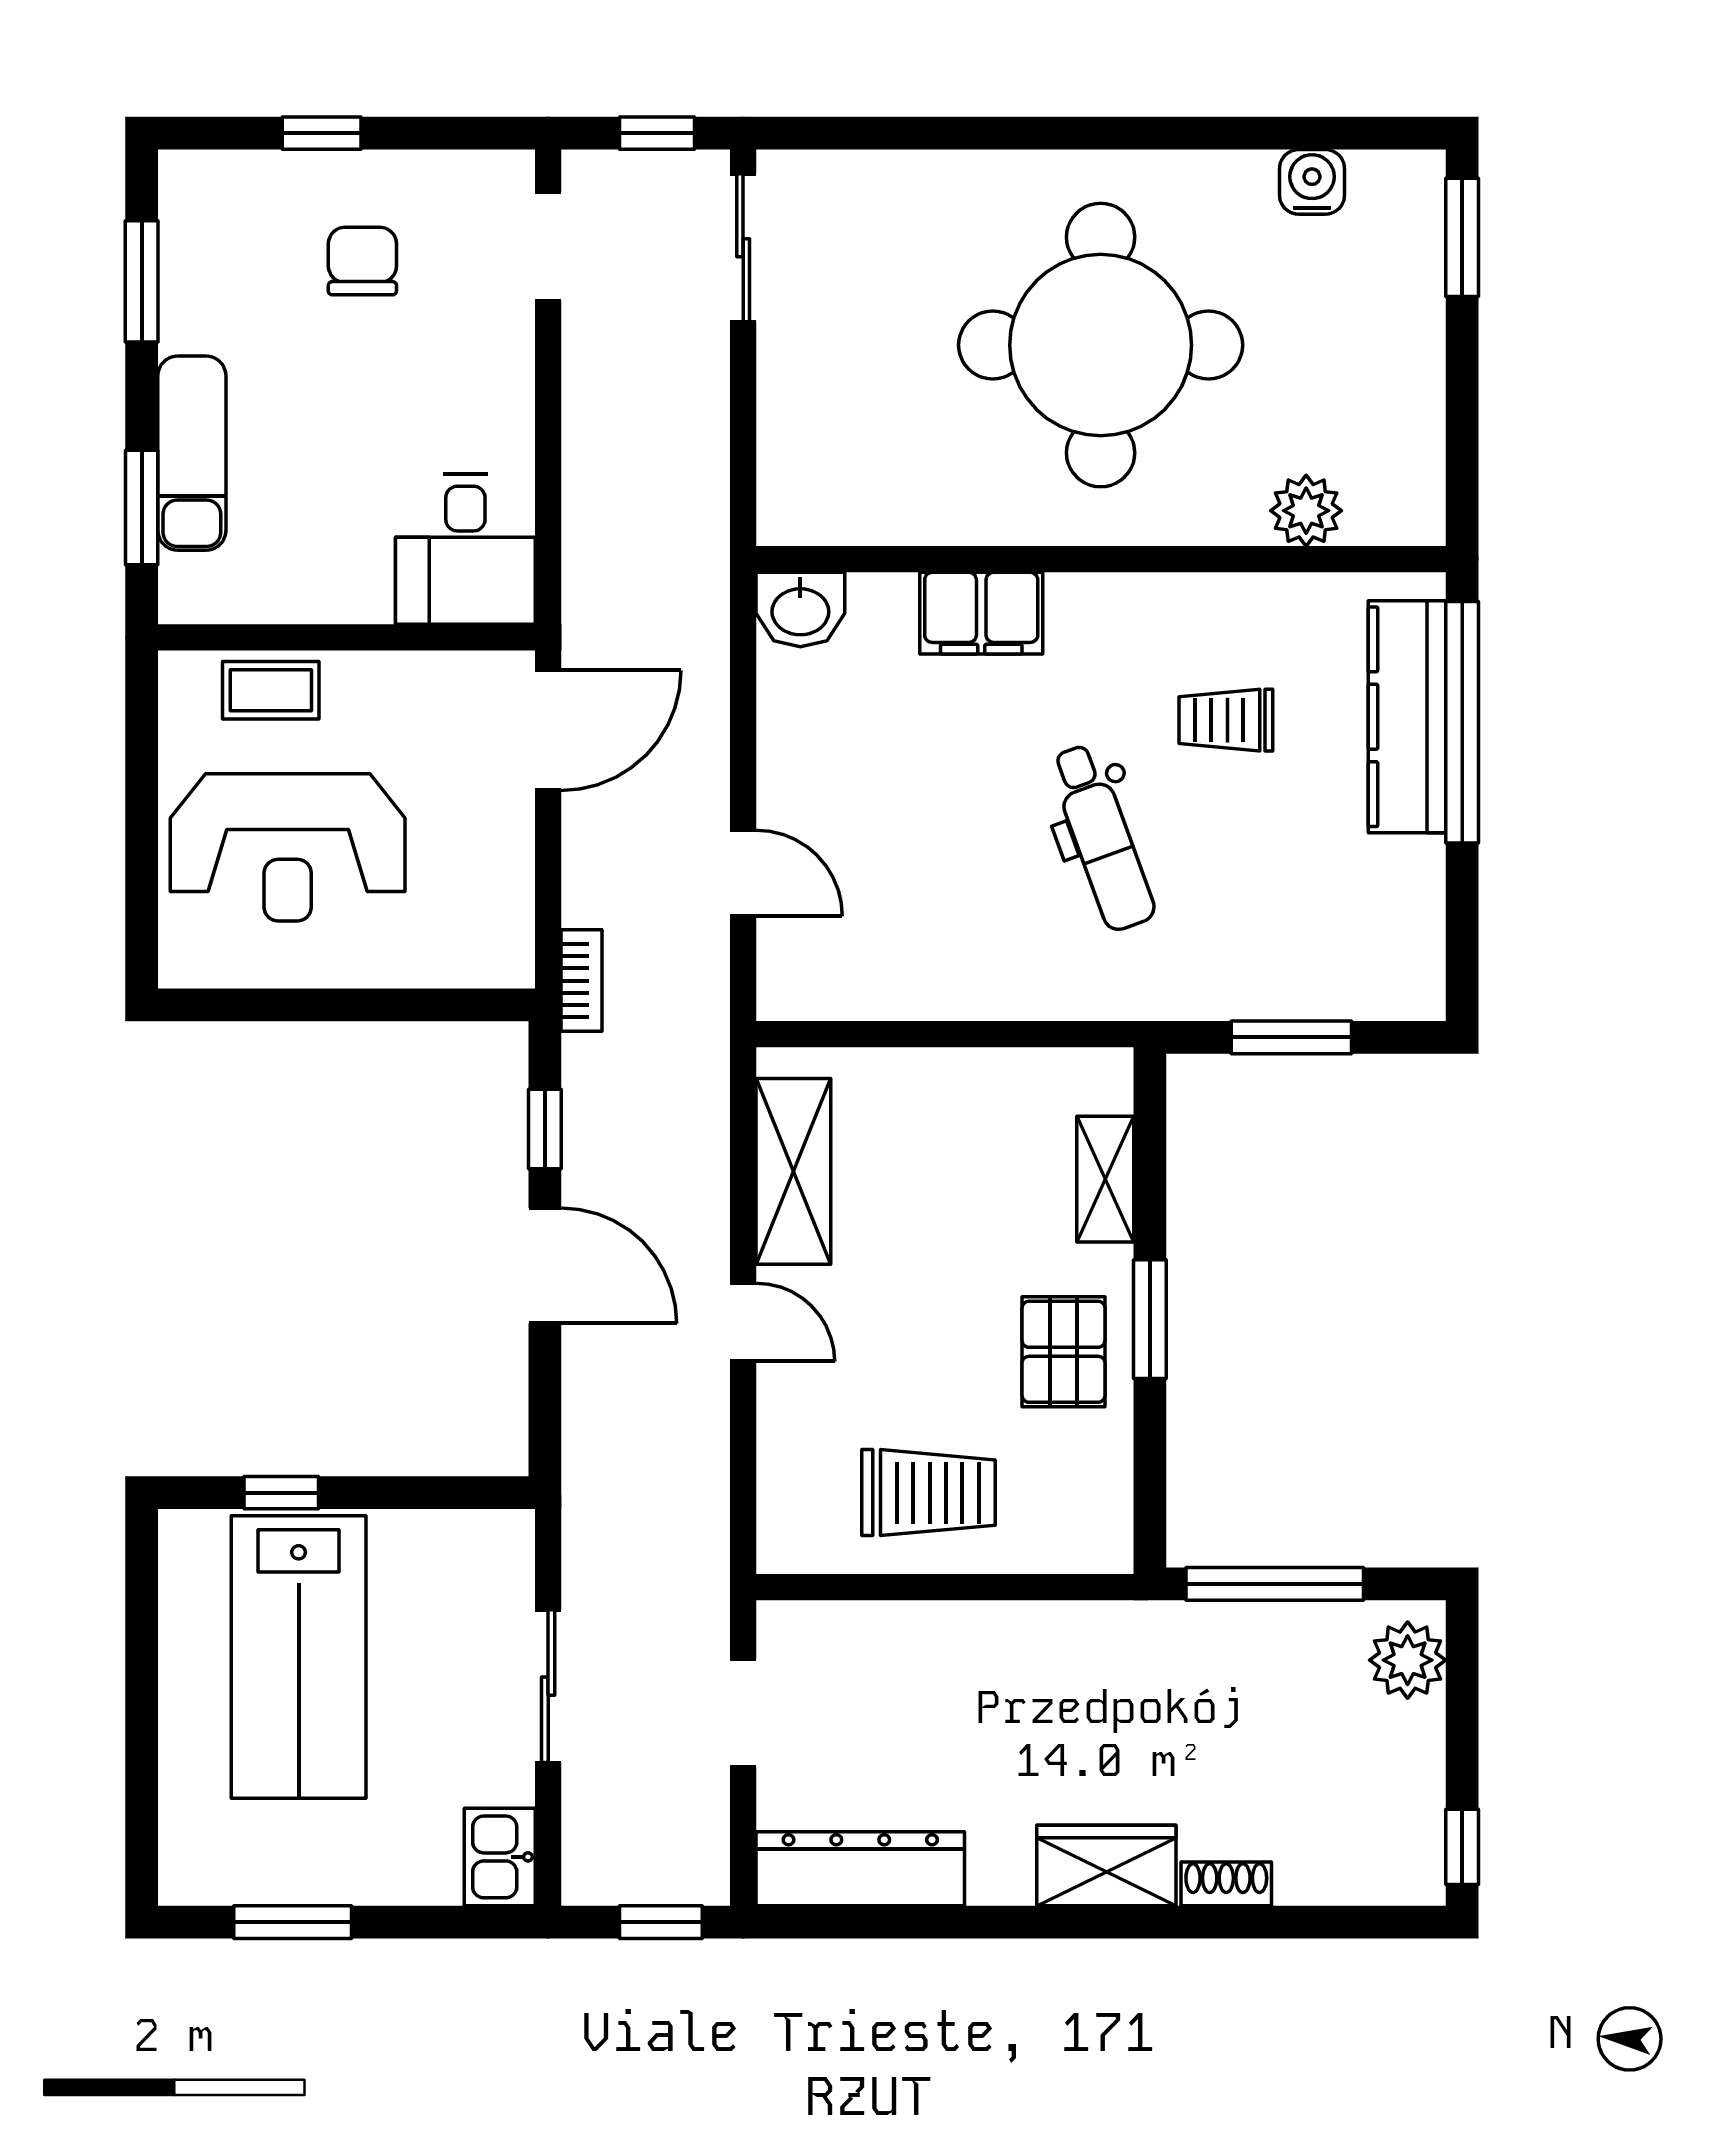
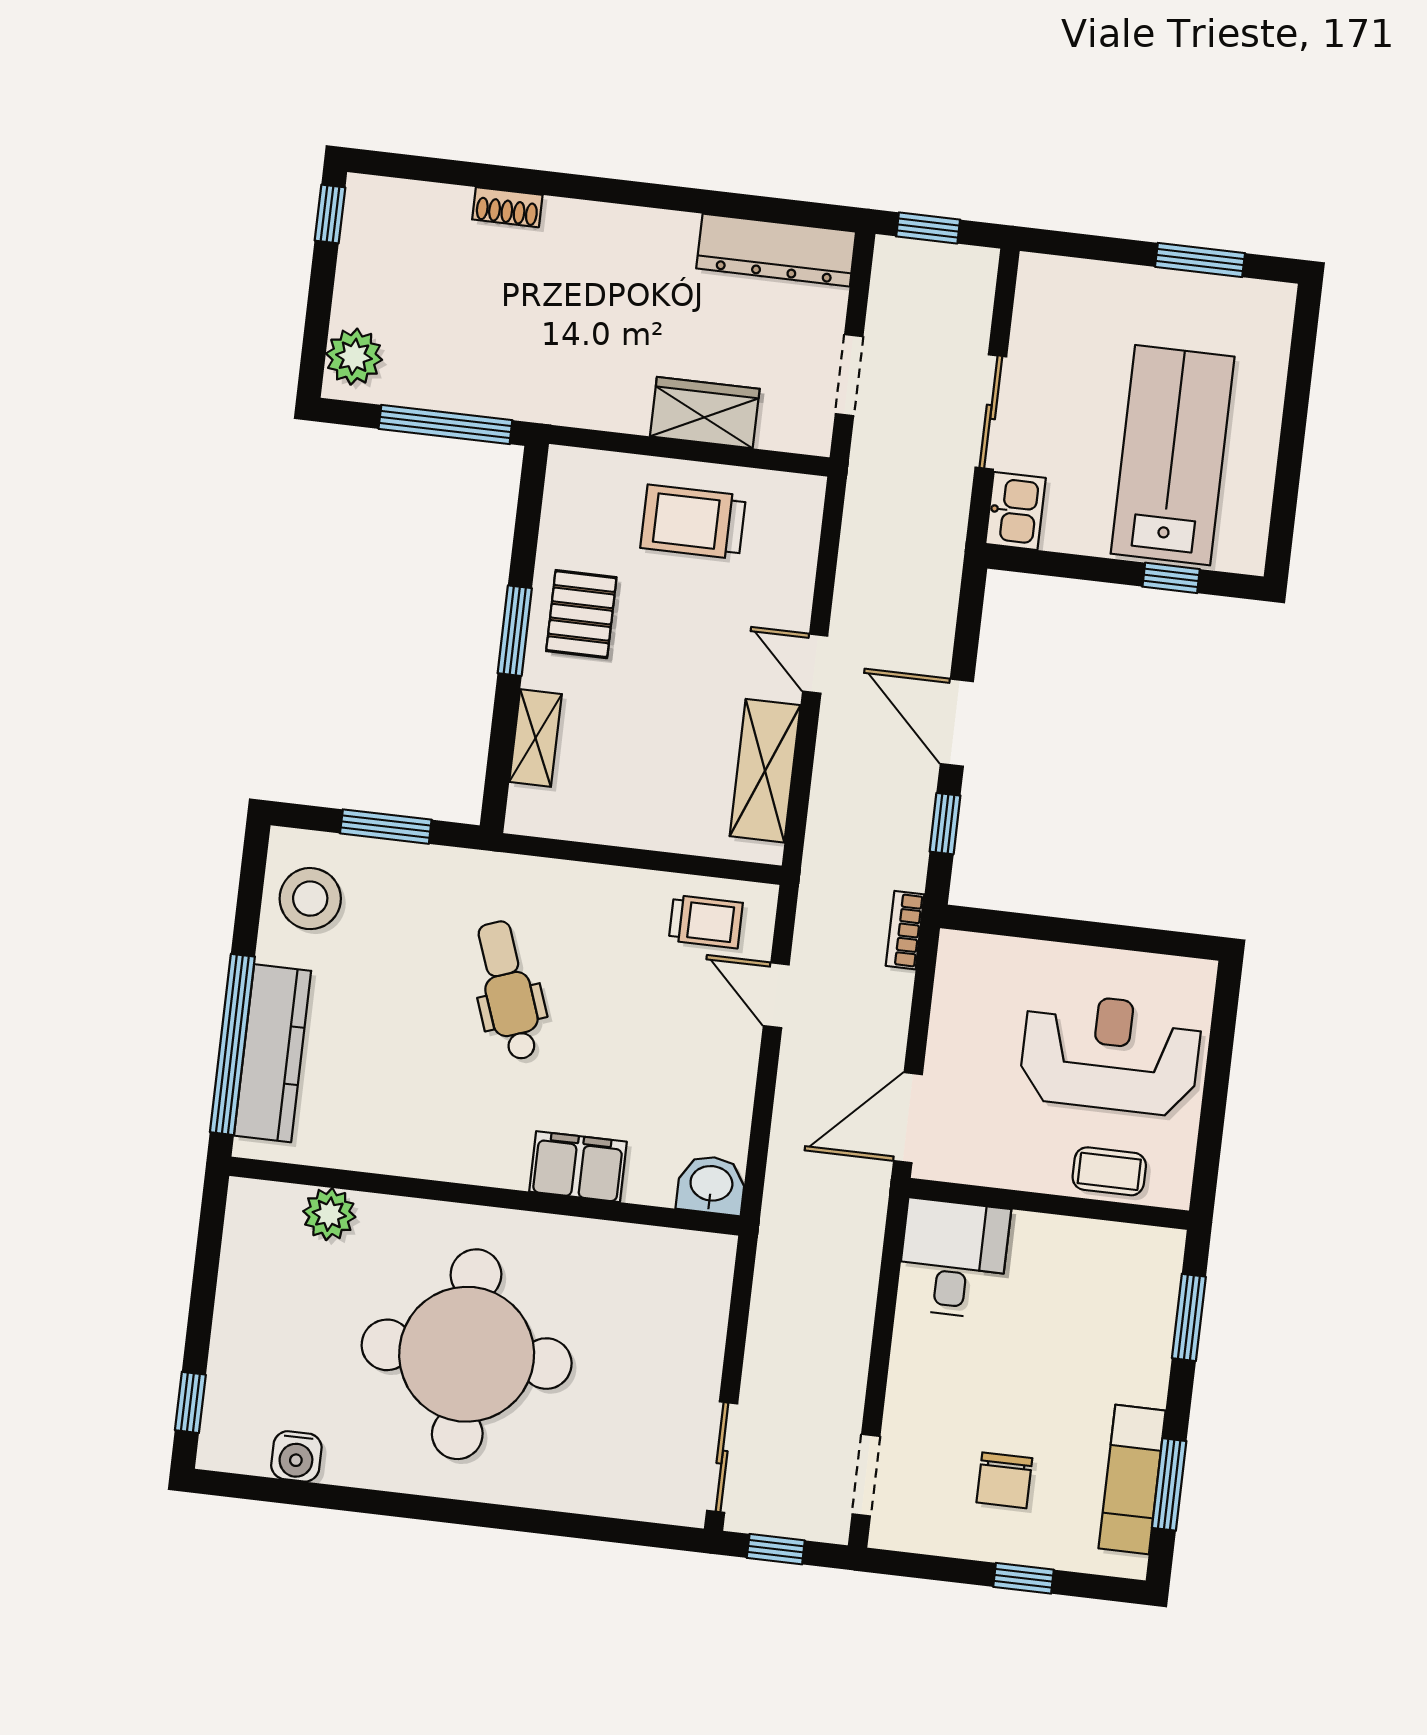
window: (1462, 237) -> (190, 1402), width x0.67
exam couch: (192, 453) -> (1132, 1480), moved
trolley: (1226, 720) -> (706, 922), moved
stool: (1381, 929) -> (310, 899), added
kitchen sink: (500, 1857) -> (1015, 511), moved
wardrobe: (1106, 1865) -> (705, 413), moved, turned 180

